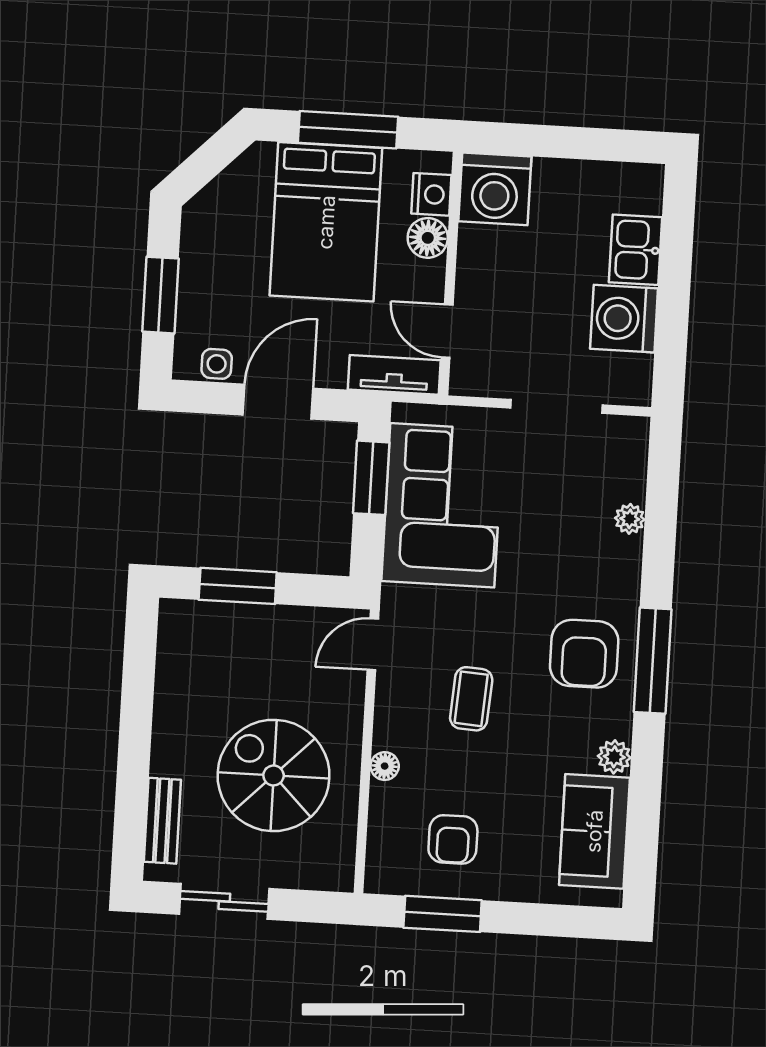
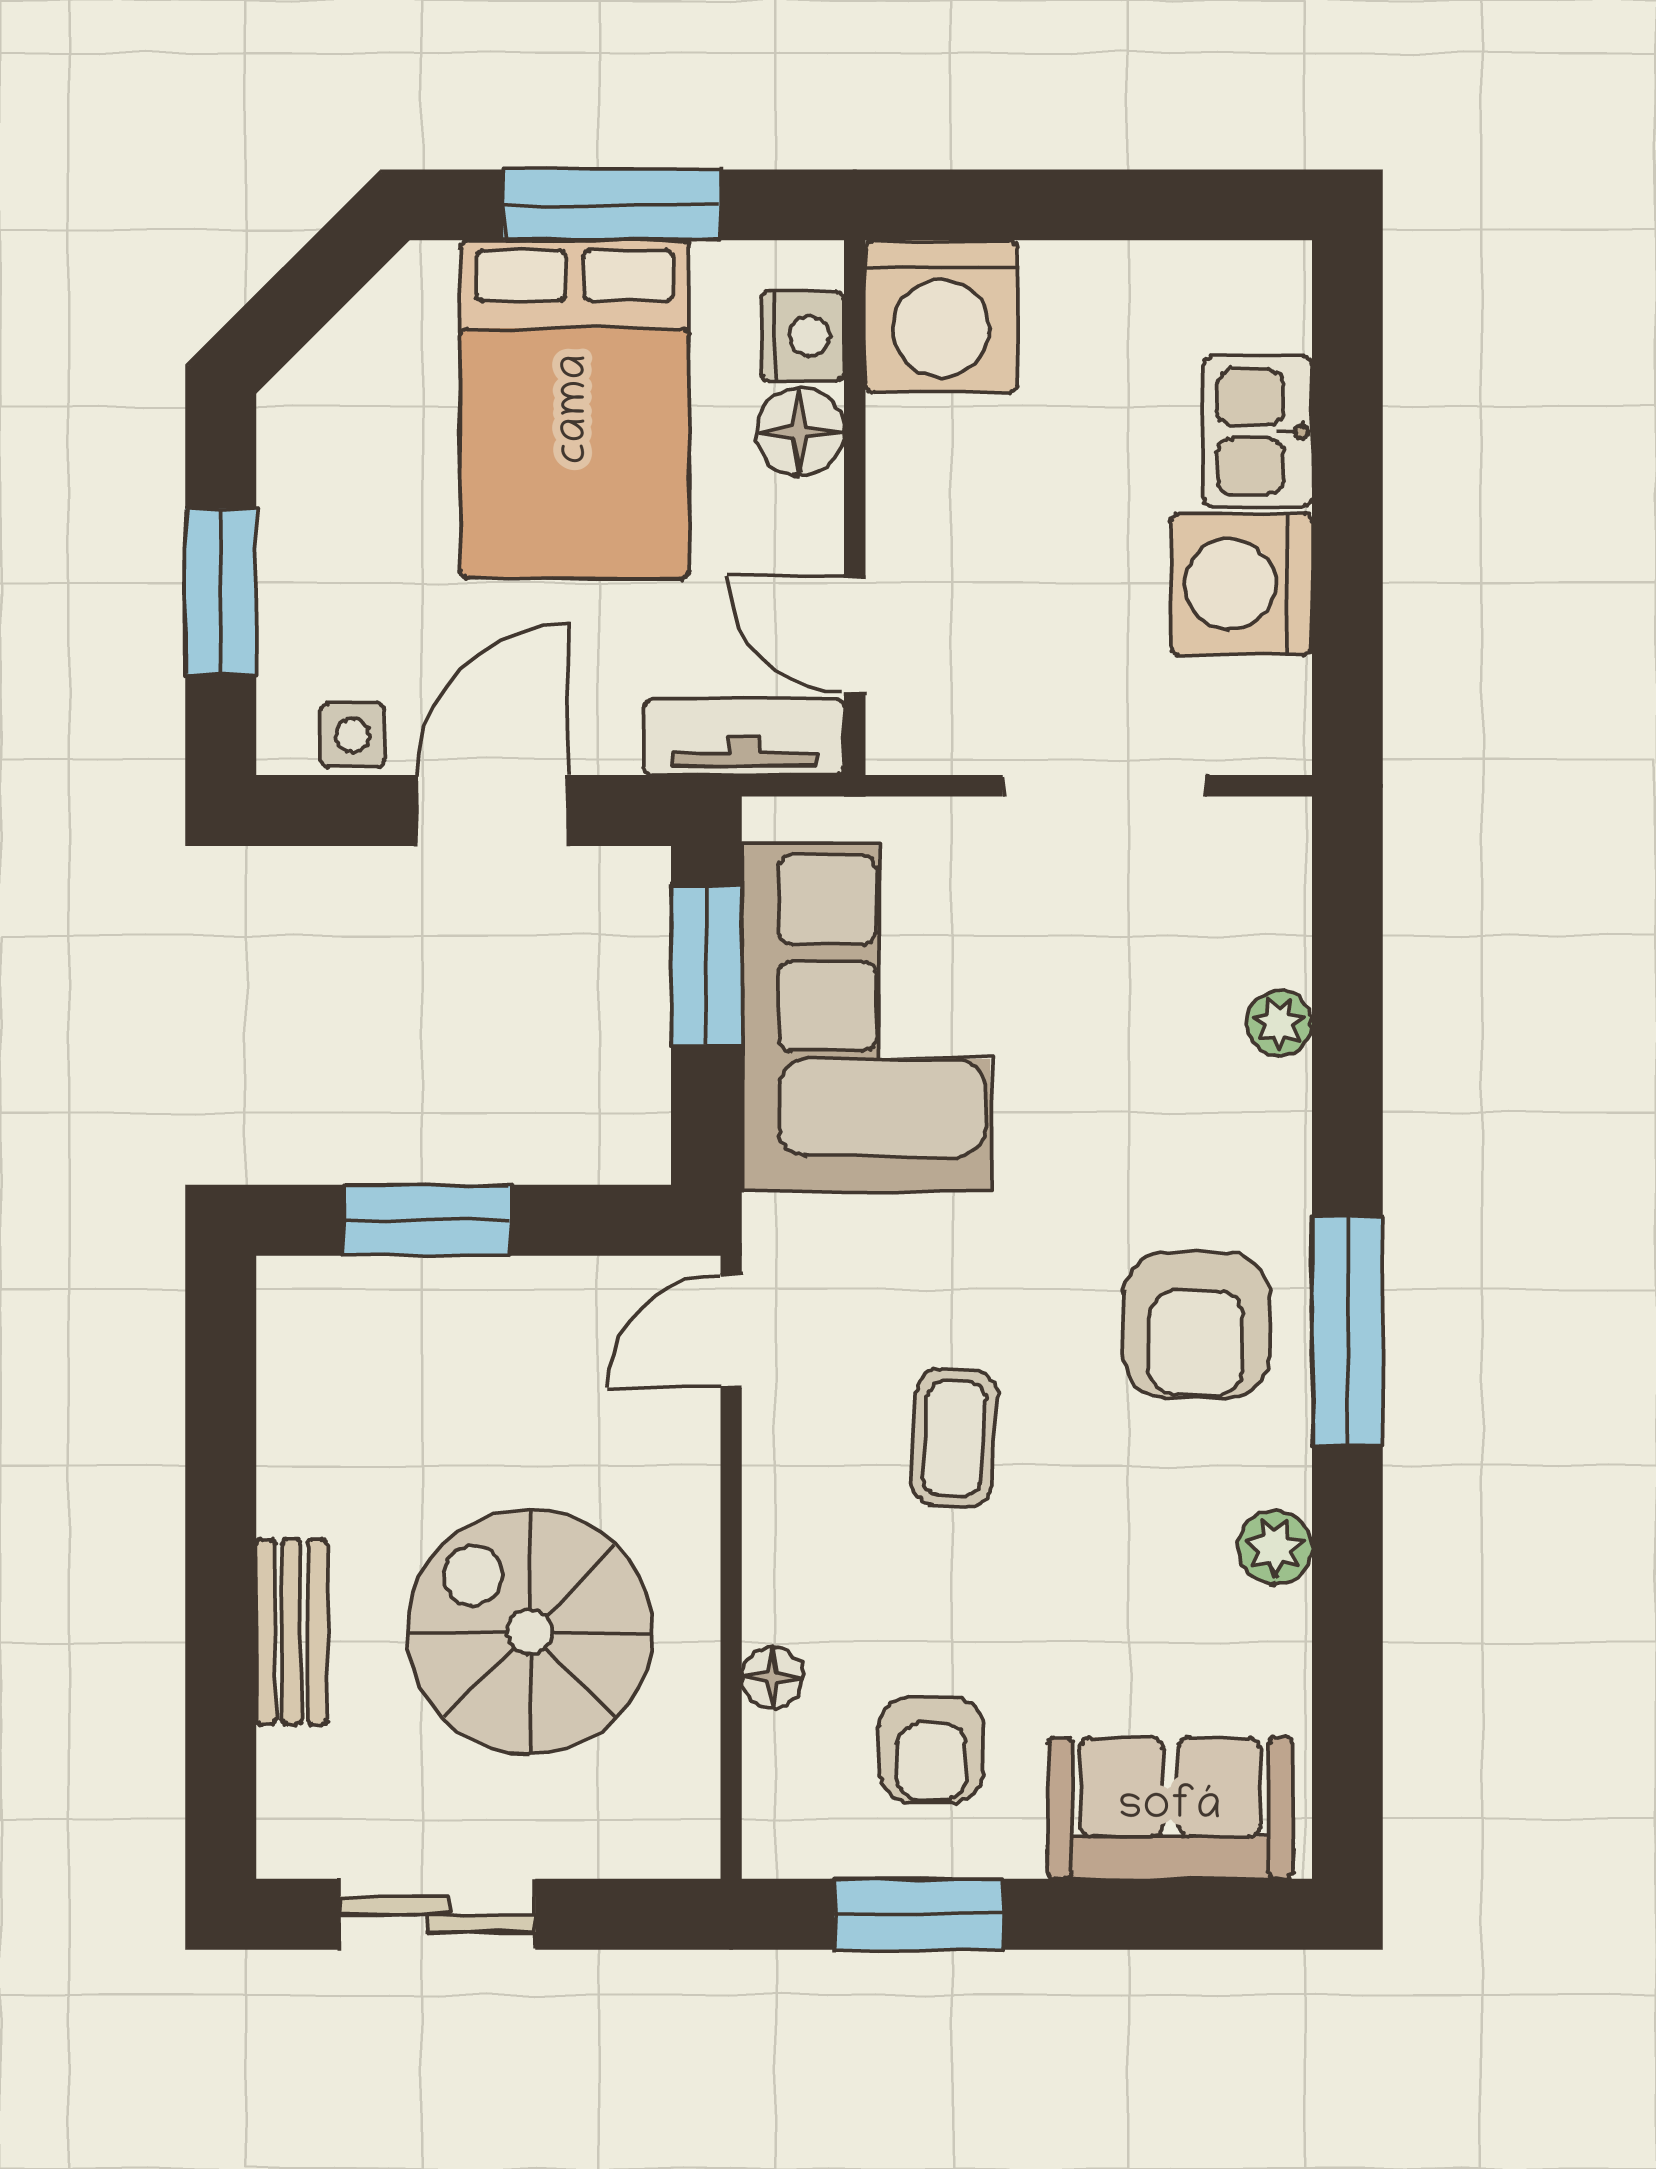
floor lamp: (385, 766) -> (772, 1678), moved
bench: (162, 821) -> (292, 1632), moved
sofa: (594, 831) -> (1170, 1808), moved, turned 90

